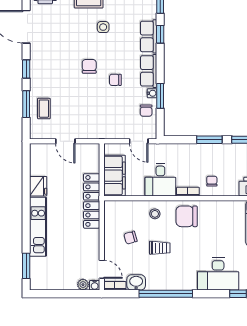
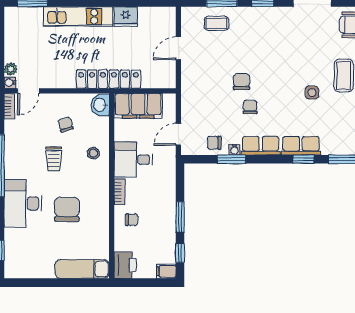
chair: (89, 66) -> (241, 82), moved, turned -90
chair: (187, 216) -> (67, 209), moved
desk: (218, 274) -> (23, 203), moved
washbasin: (136, 282) -> (100, 105), moved, turned 180

